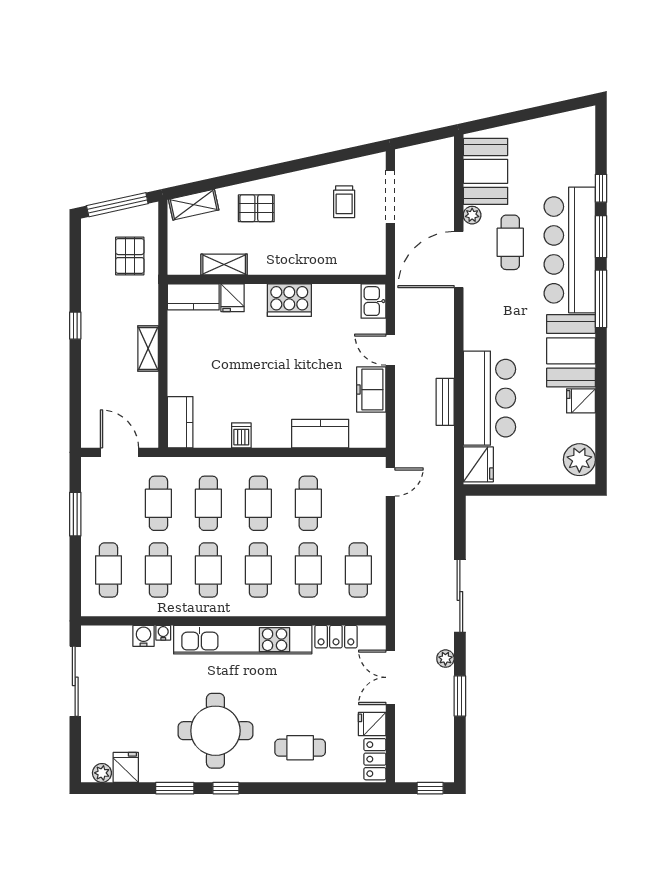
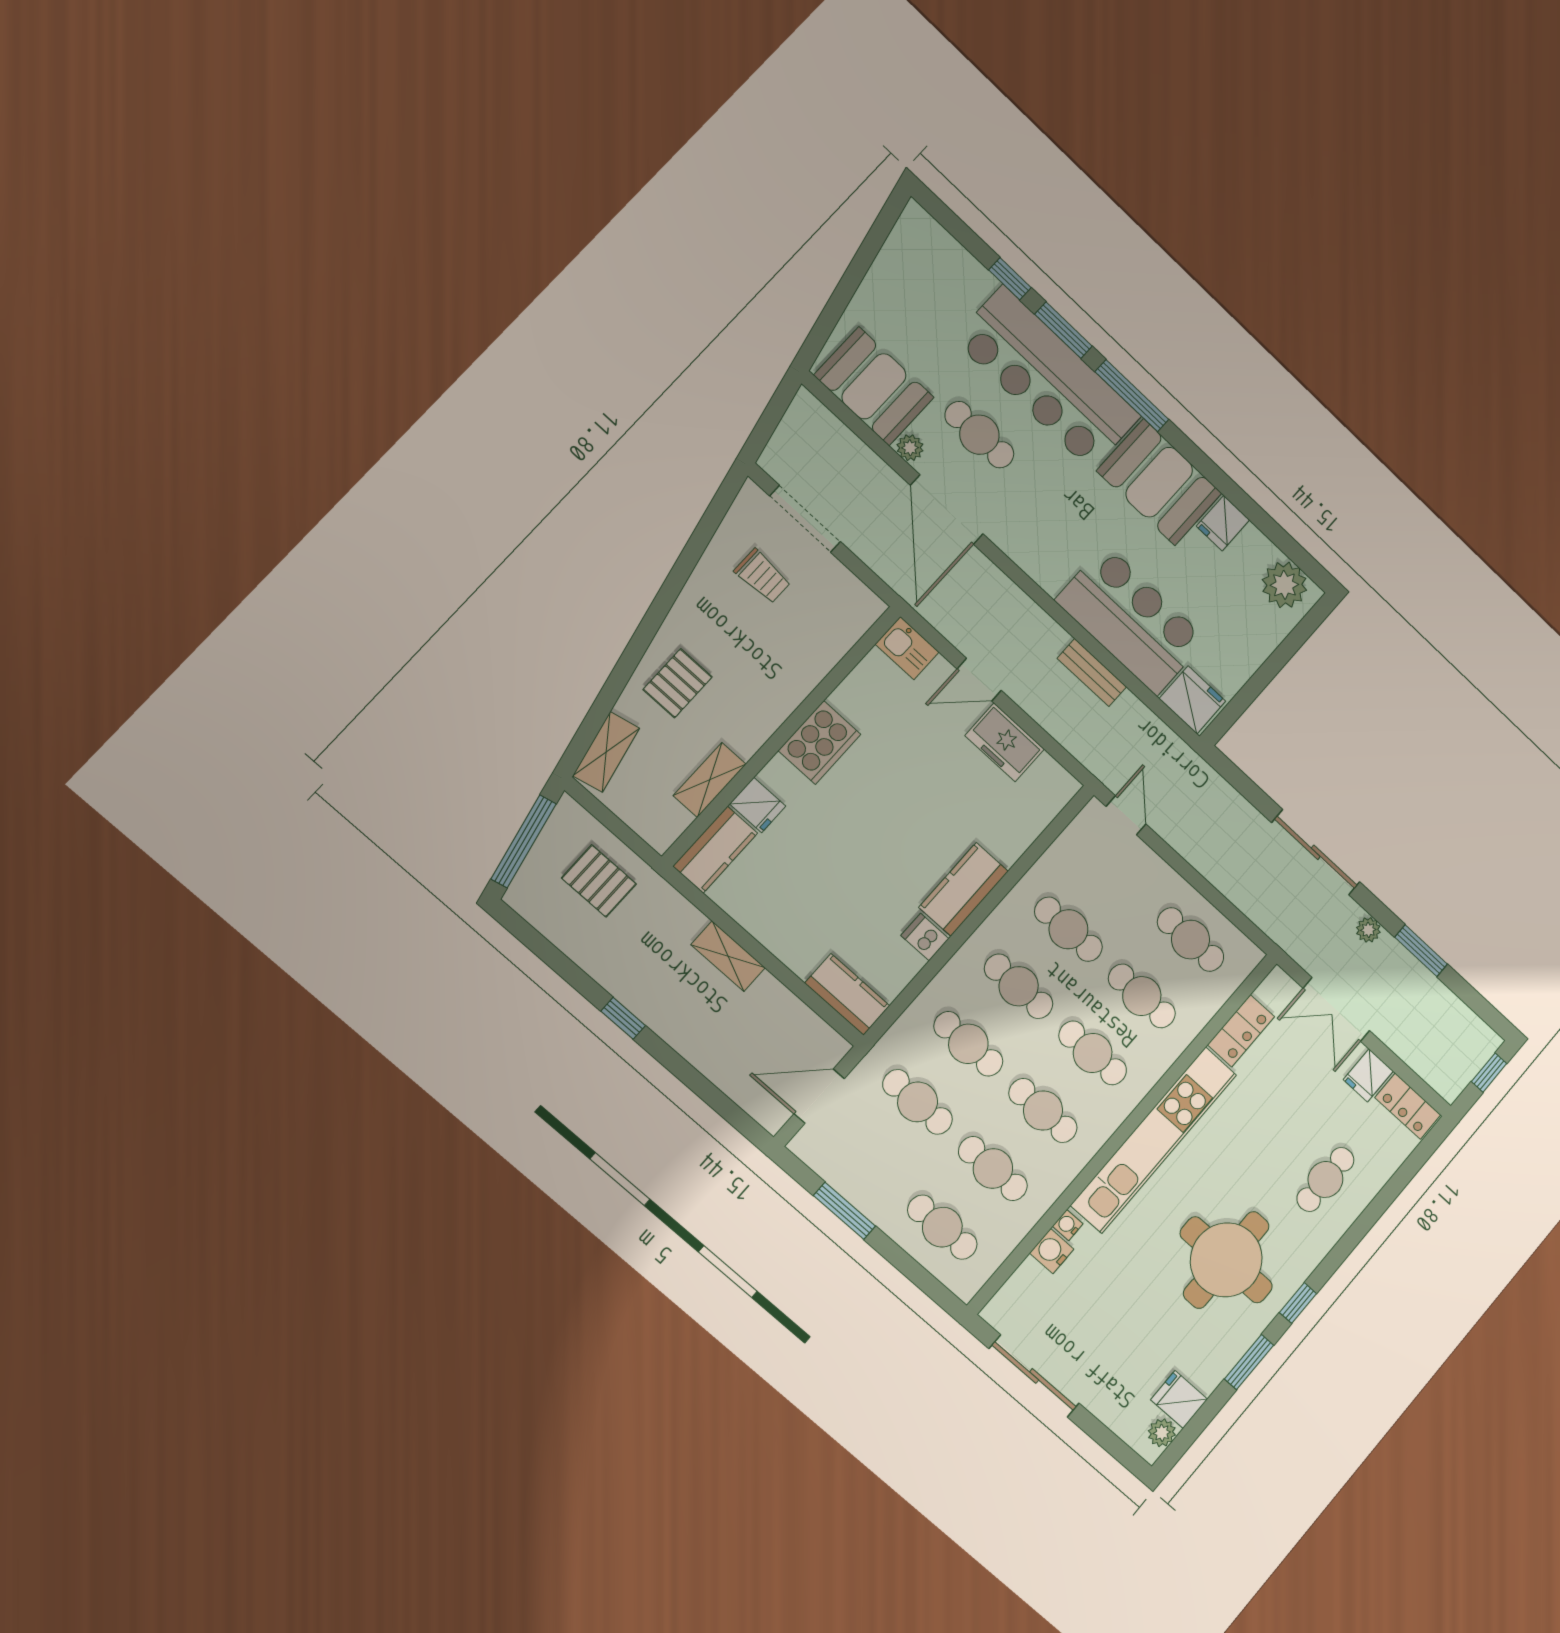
kitchen counter: (320, 434) -> (964, 889), moved

